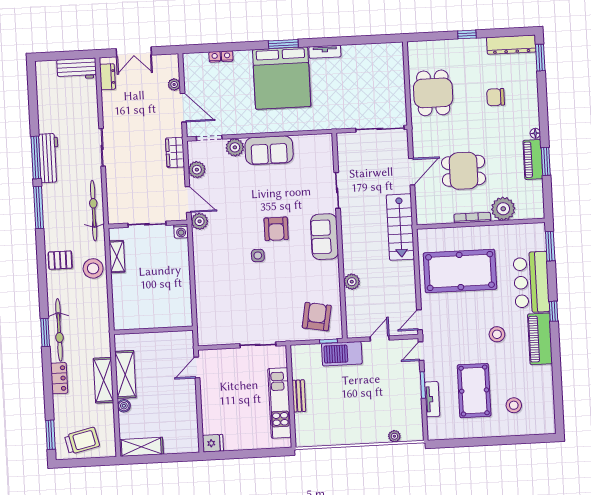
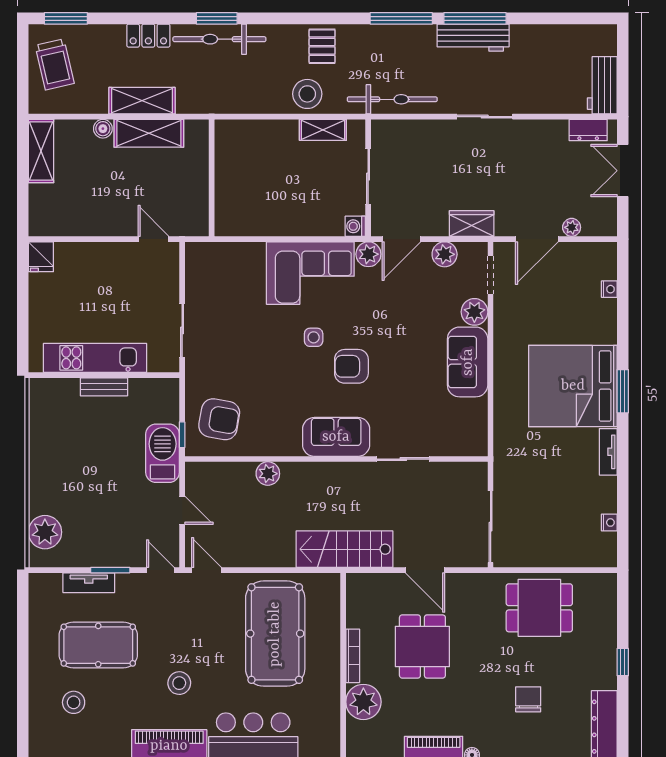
nightstand: (227, 56) -> (609, 522), moved
corner sofa: (214, 260) -> (310, 273), added
plant: (394, 436) -> (45, 532), width x1.87, depth x1.87

